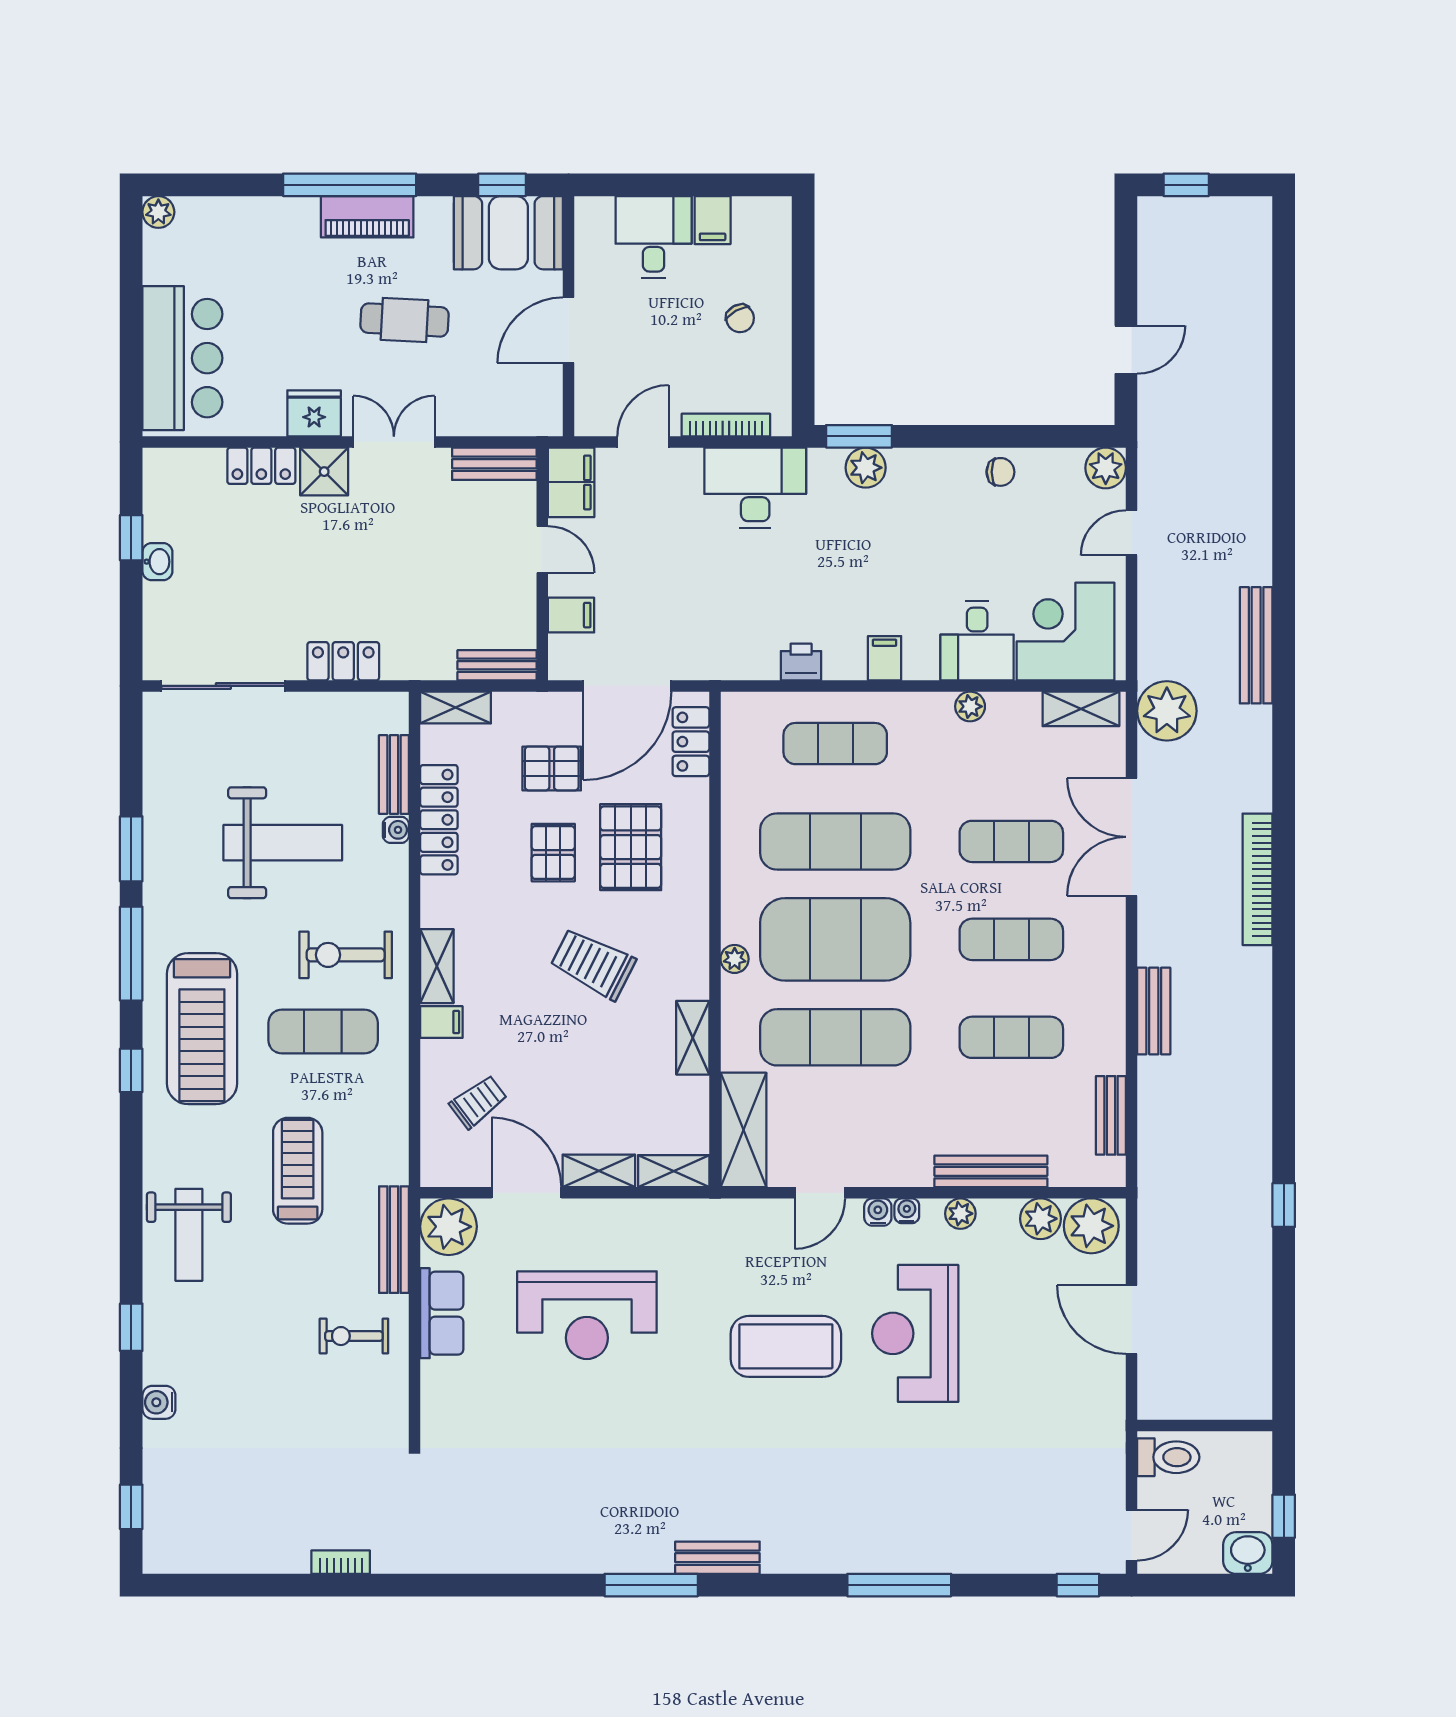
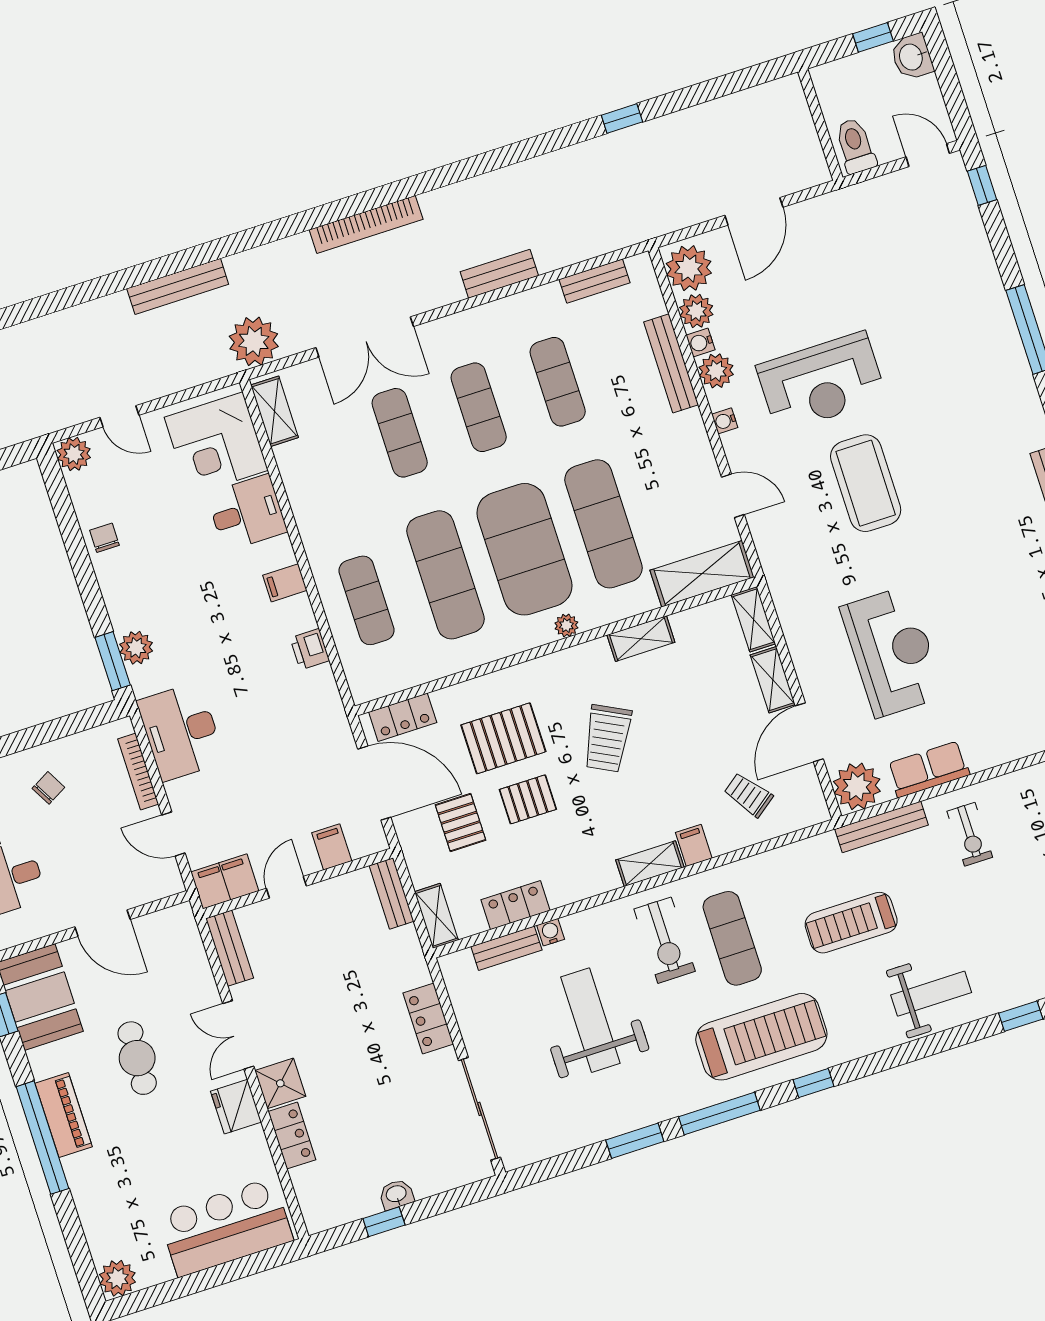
plant: (158, 212) -> (117, 1278), width x1.38, depth x1.38
plant: (970, 706) -> (302, 501), removed
locker: (439, 820) -> (516, 905), width x0.66
water cooler: (878, 1212) -> (701, 343), moved
plant: (960, 1214) -> (716, 371), width x1.38, depth x1.38

